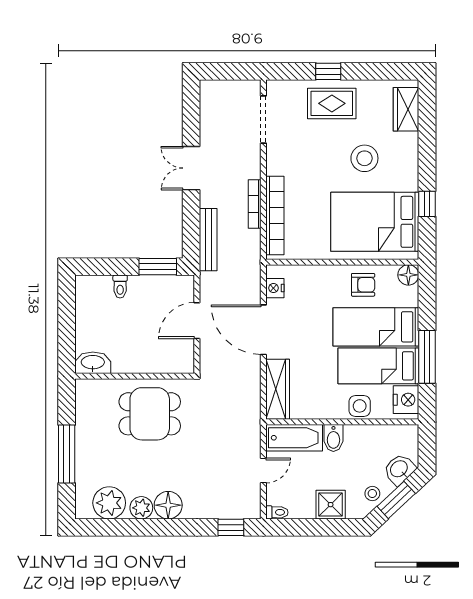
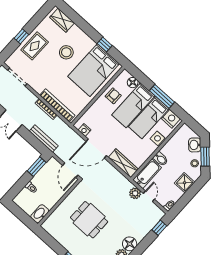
floor lamp: (408, 275) -> (133, 83), moved
washbasin: (93, 363) -> (40, 214), moved
wall: (135, 376) -> (59, 203), moved
dining table: (150, 414) -> (89, 220), turned 90
plant: (249, 446) -> (135, 193), added

